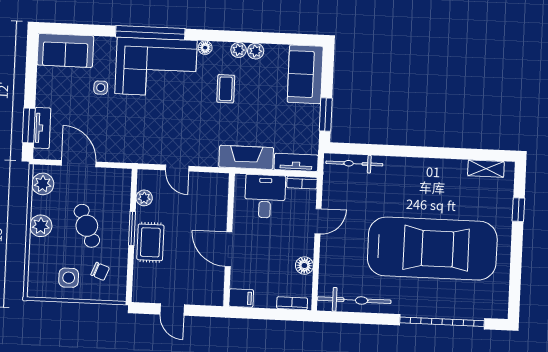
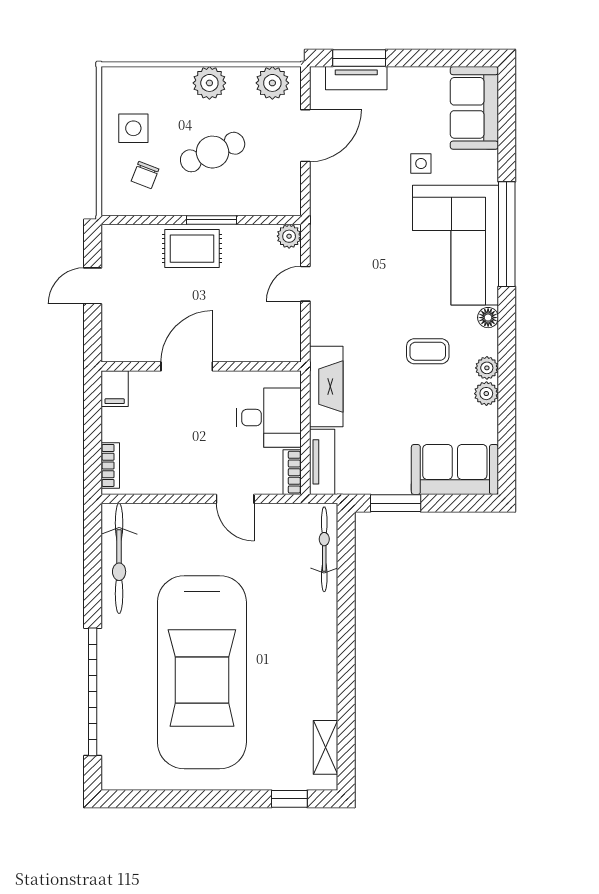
plant: (144, 198) -> (289, 236), moved
window: (518, 210) -> (289, 799), moved
floor lamp: (304, 266) -> (168, 481), removed

